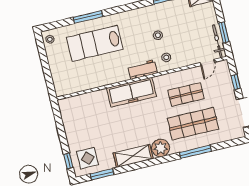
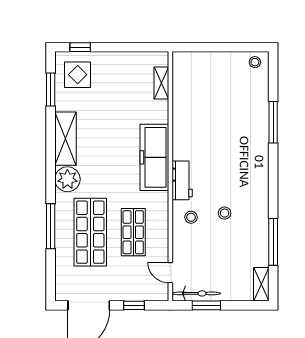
lab bench: (95, 43) -> (234, 123), removed
shelving: (79, 100) -> (161, 83), added

